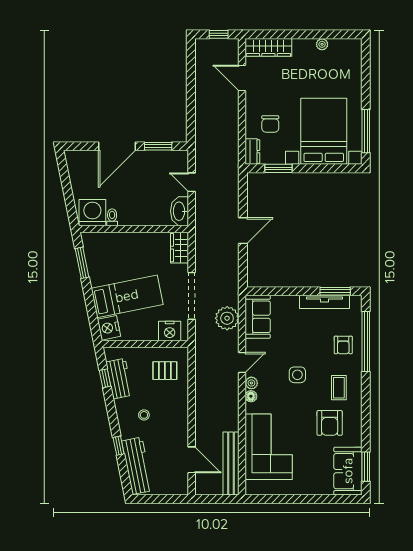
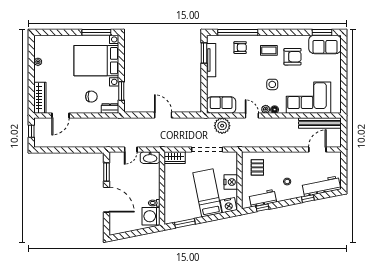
nightstand: (170, 331) -> (231, 182), moved
side table: (297, 375) -> (272, 84), moved

